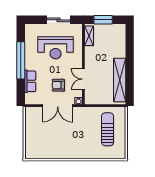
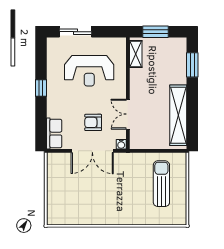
sliding door: (58, 20) -> (75, 32), moved
window: (130, 44) -> (192, 65), added
window: (21, 60) -> (41, 88), width x0.32
row of seats: (30, 81) -> (54, 134), moved

